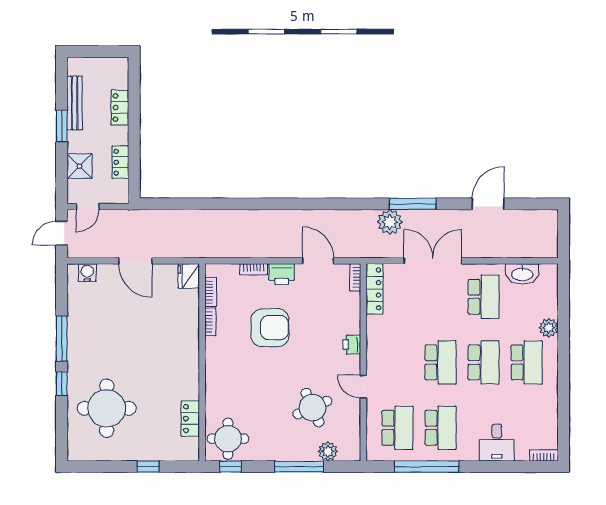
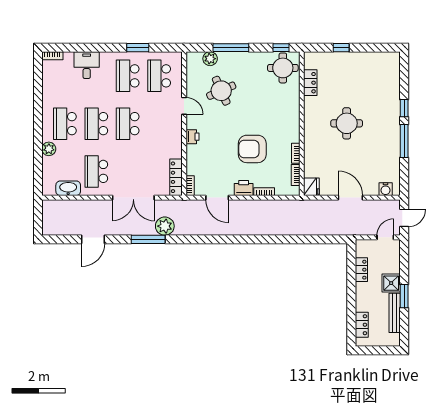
locker: (120, 108) -> (362, 325), moved
shower: (80, 166) -> (391, 283), moved
round table: (107, 408) -> (347, 123), moved, width x0.73, depth x0.73
window: (427, 467) -> (138, 48), width x0.47

